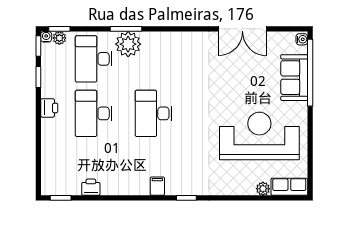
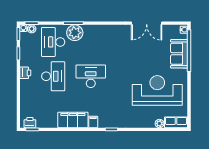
desk: (94, 113) -> (53, 76), turned 180
desk: (154, 113) -> (91, 76), turned 90
filing cabinet: (125, 183) -> (73, 120), added
printer: (91, 187) -> (30, 123), moved

